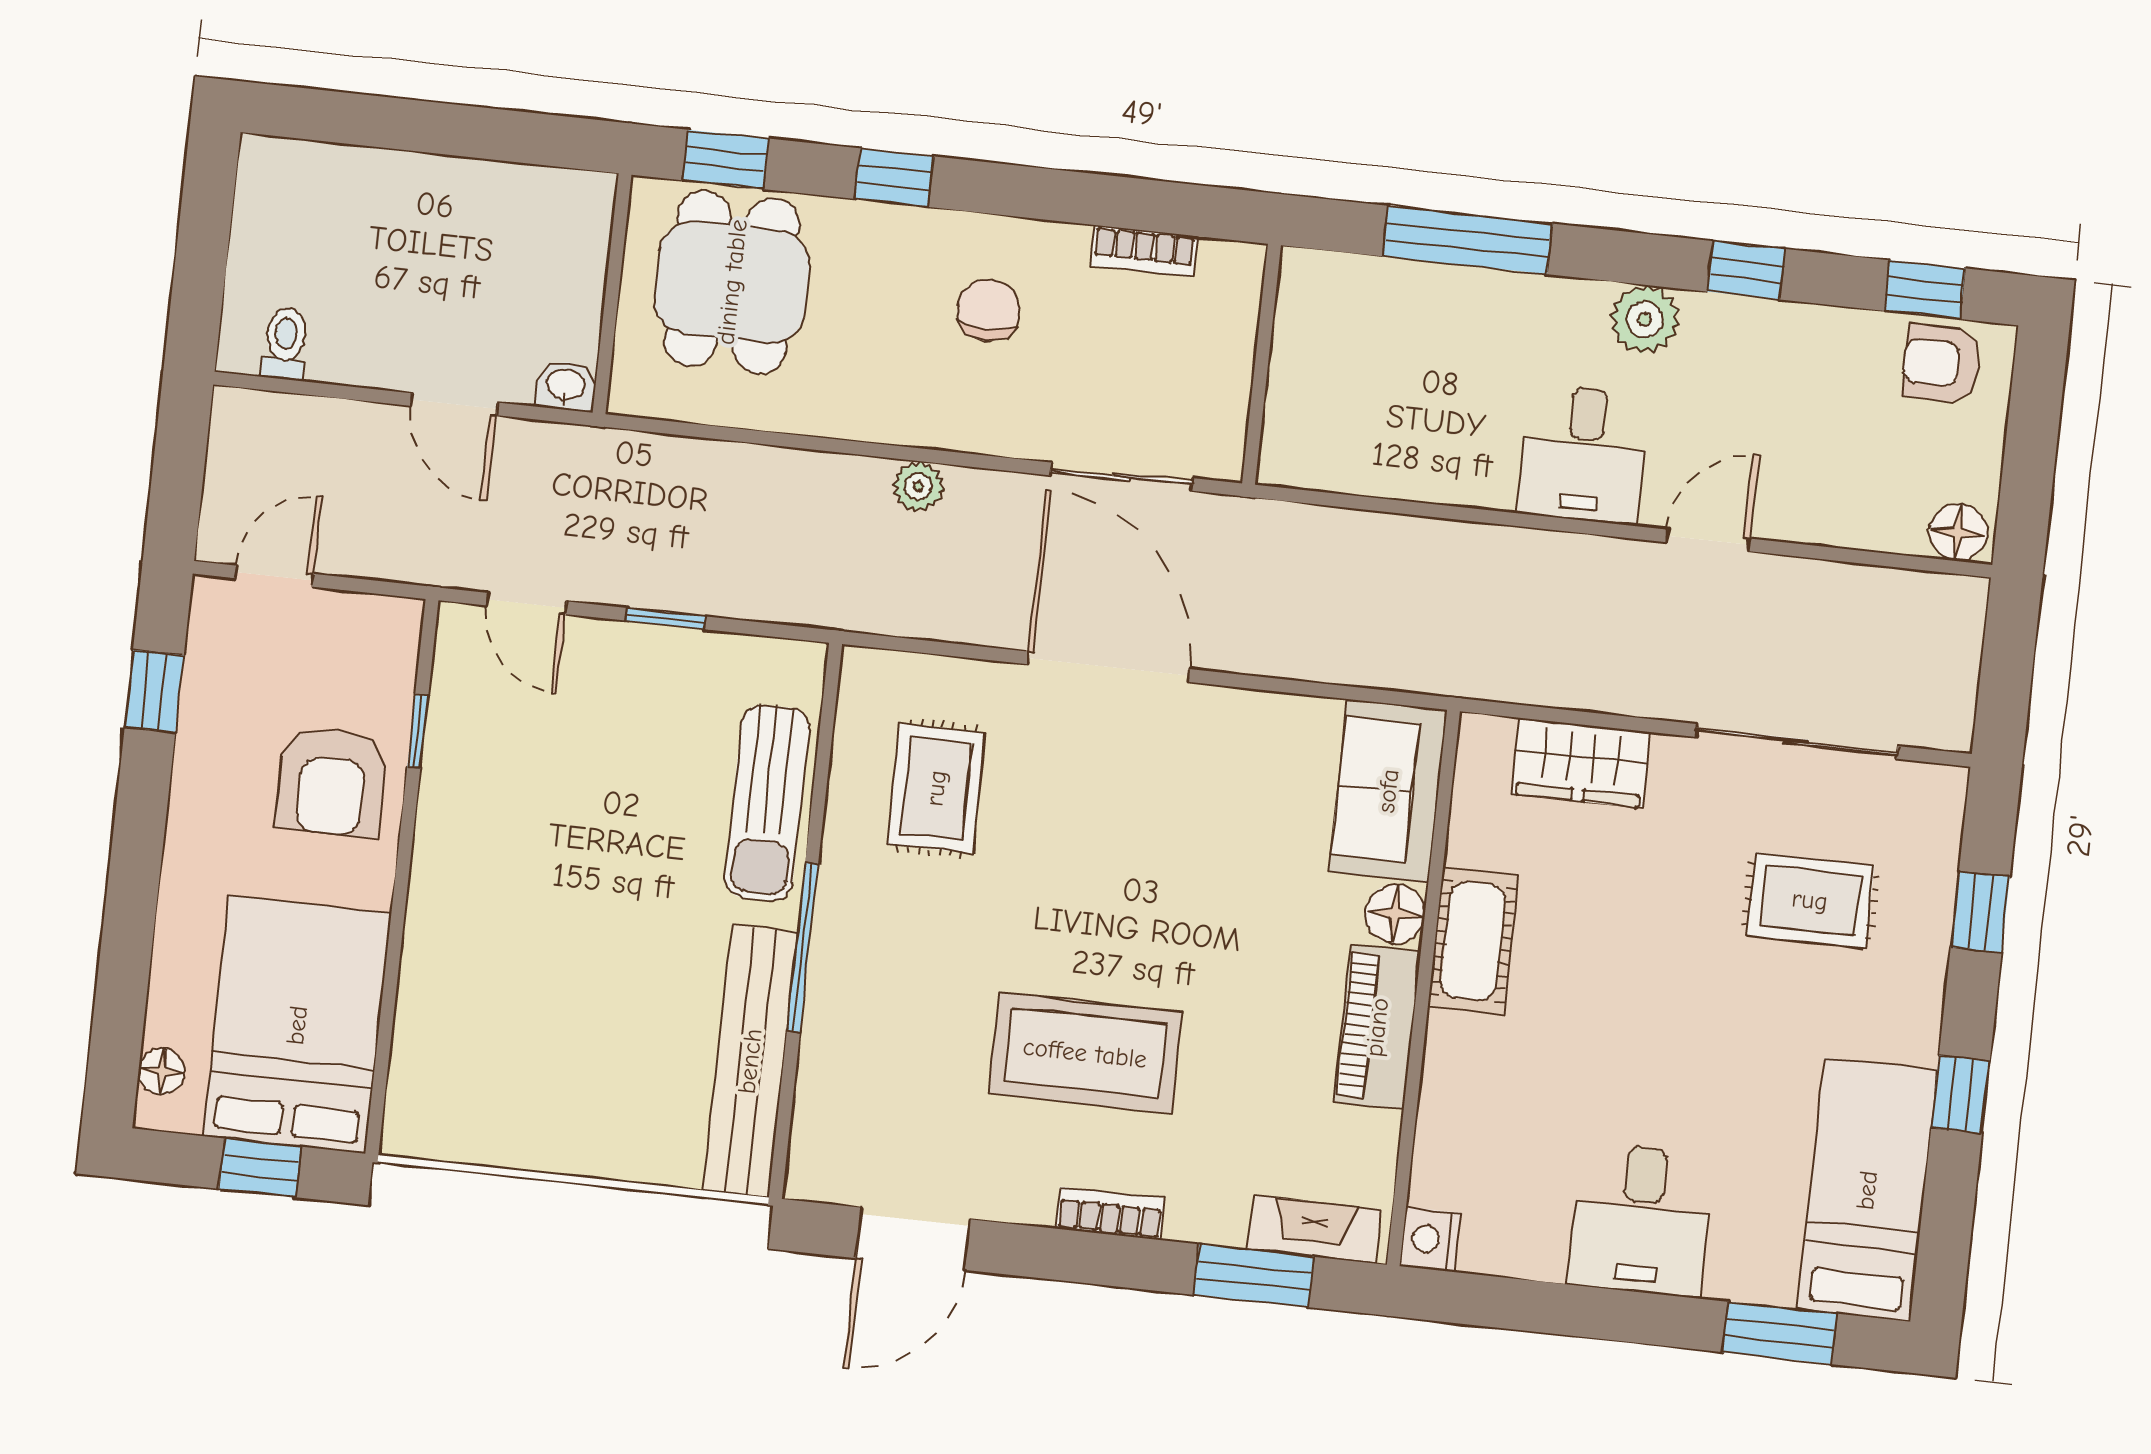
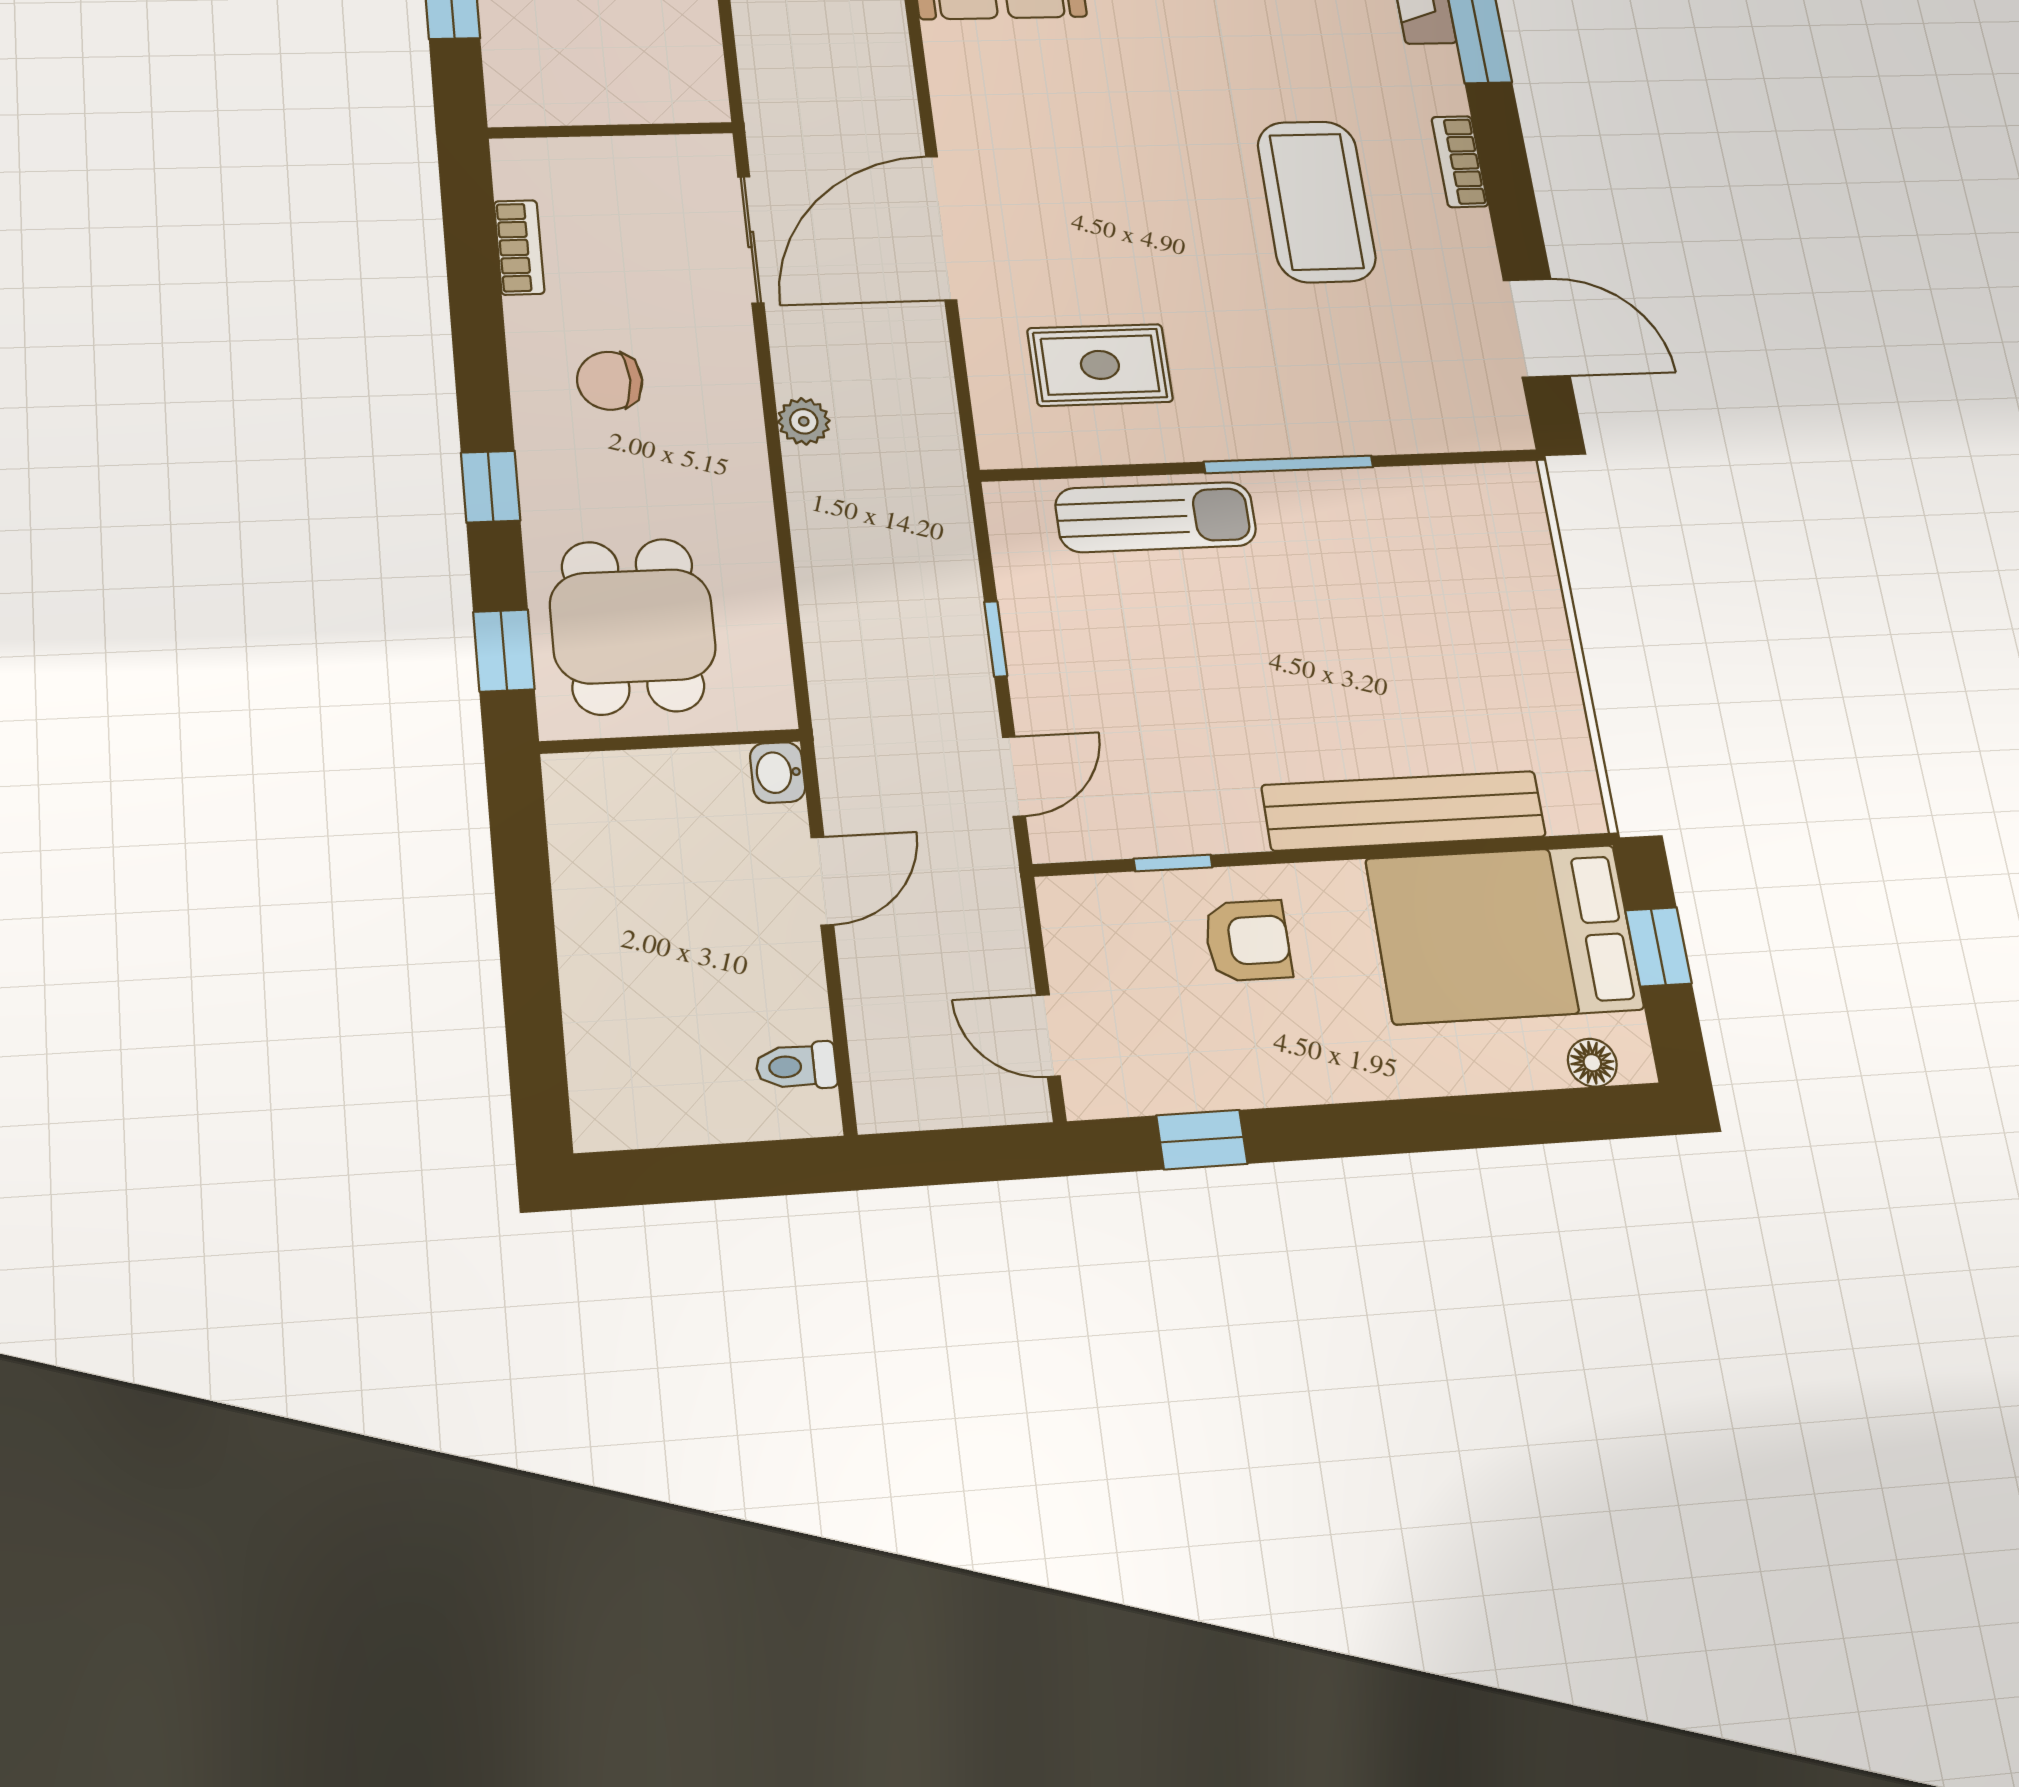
dining table: (732, 282) -> (633, 626), turned 90
armchair: (332, 781) -> (1248, 941), width x0.72, depth x0.72
bench: (750, 1061) -> (1404, 811), moved

